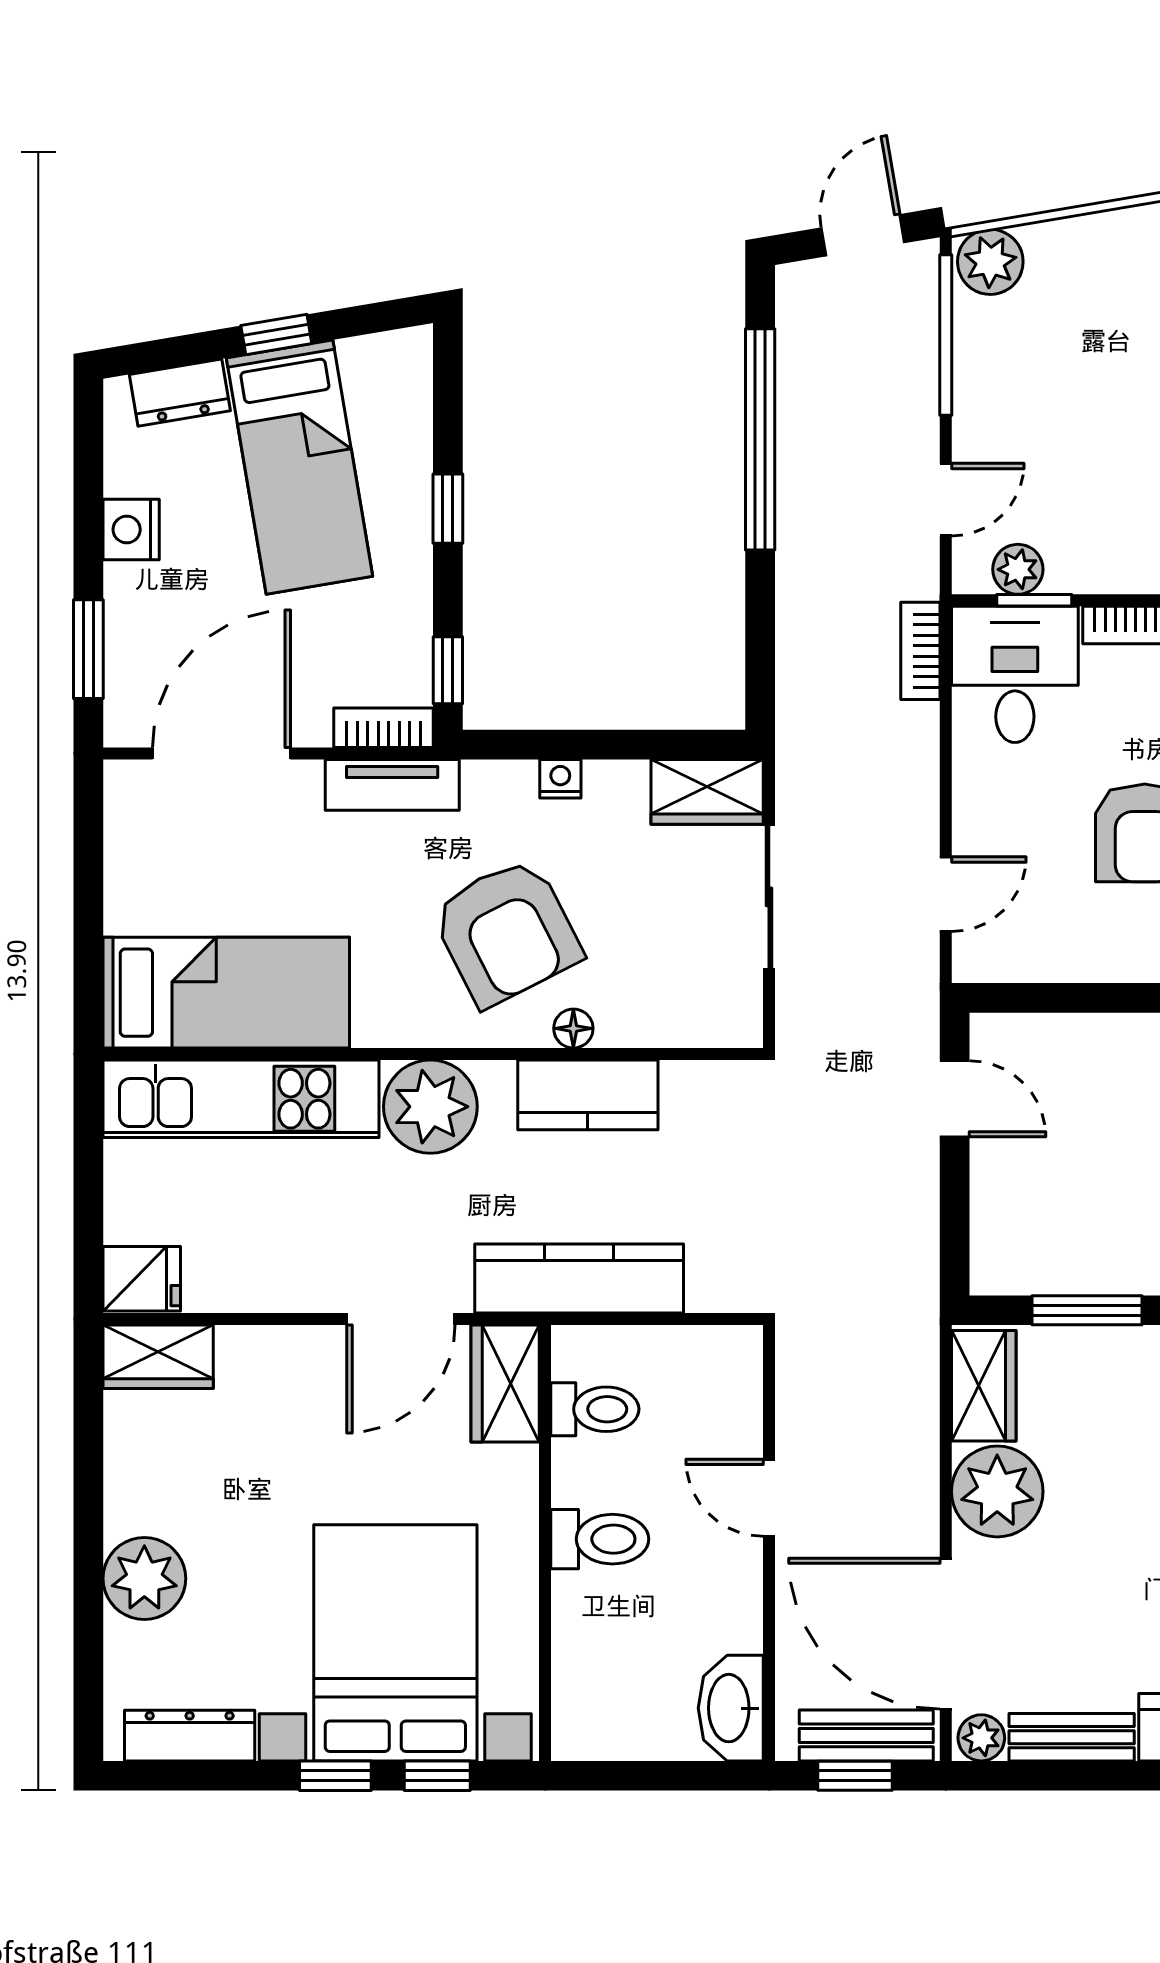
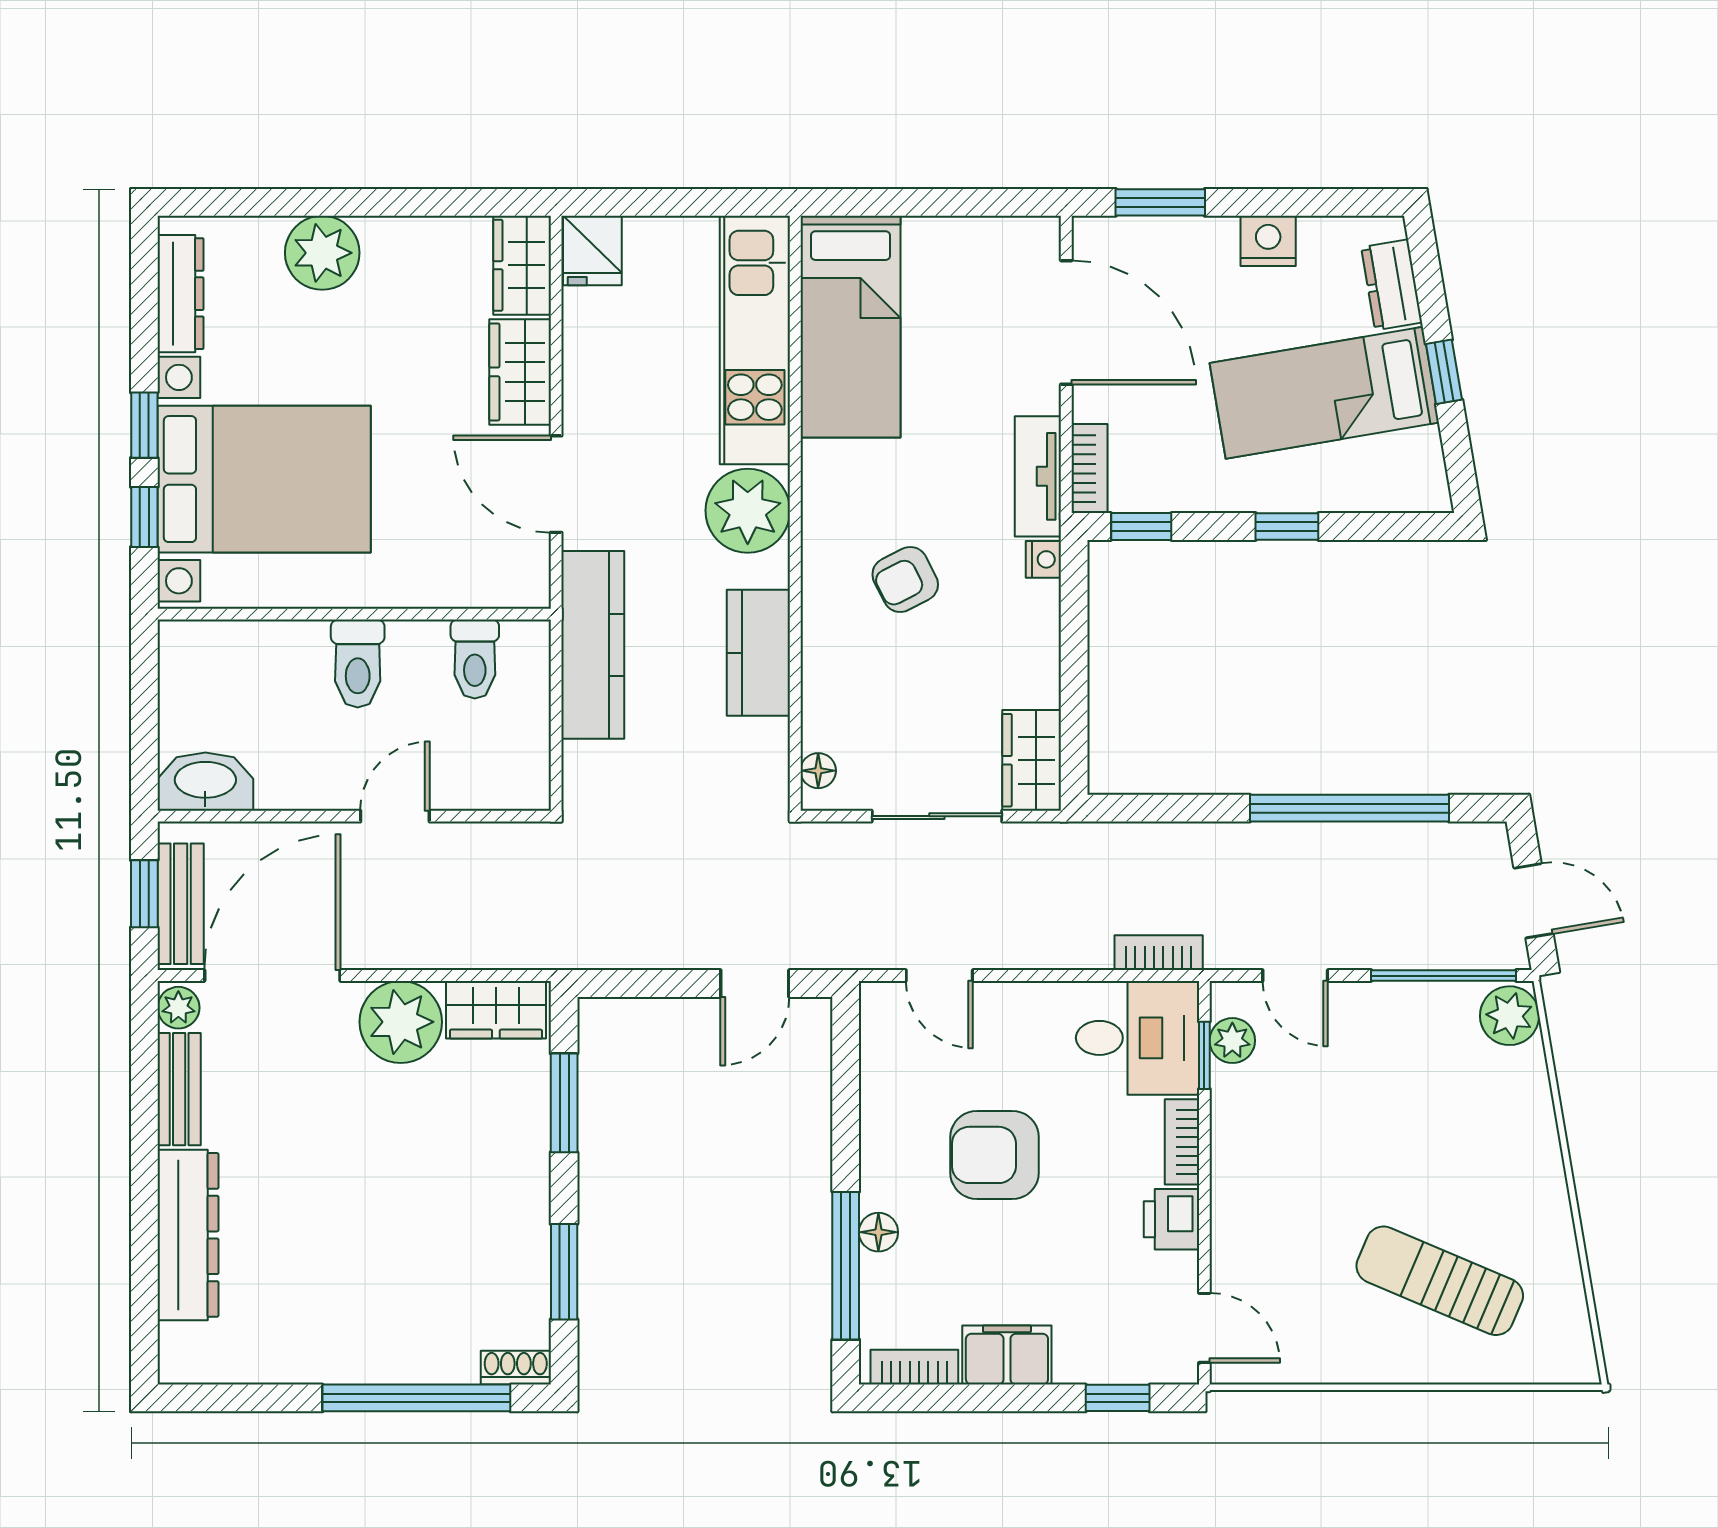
nightstand: (560, 779) -> (1043, 559), moved
armchair: (507, 932) -> (905, 579), width x0.53, depth x0.53
floor lamp: (573, 1028) -> (818, 771), moved
wardrobe: (505, 1384) -> (520, 372), moved, turned -90

